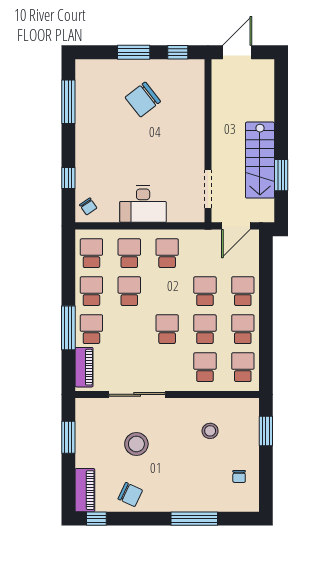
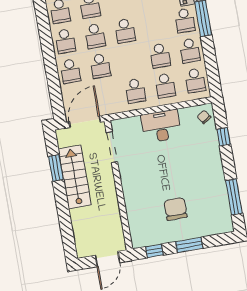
chair: (143, 99) -> (175, 209), turned -52
door: (236, 226) -> (85, 122), width x1.36

